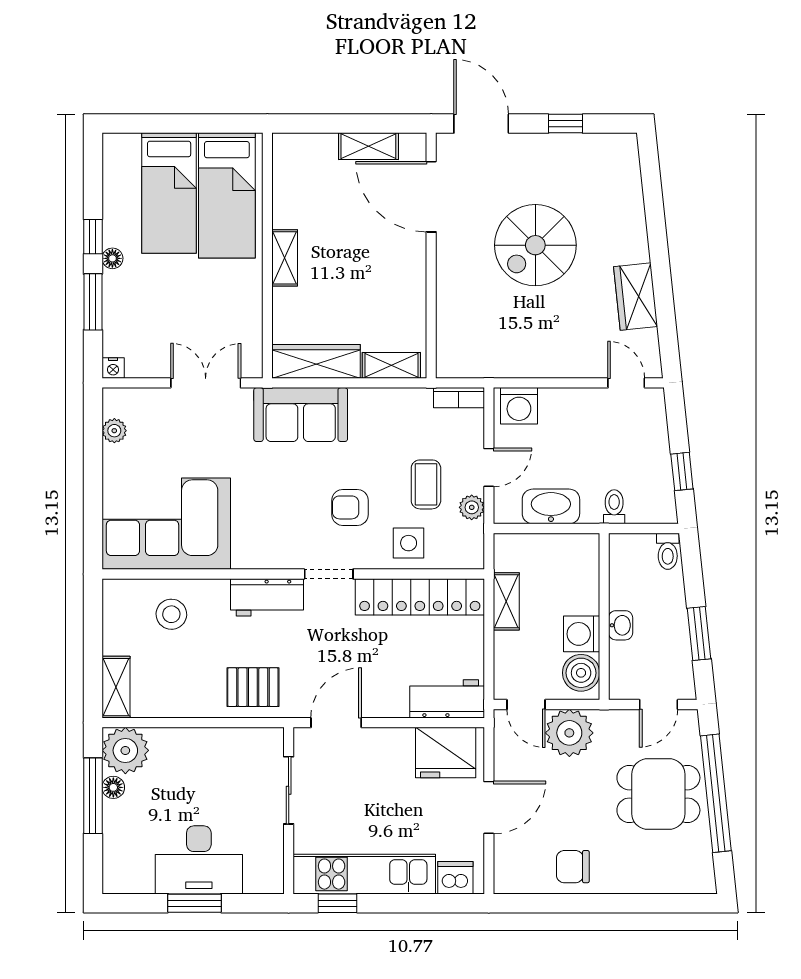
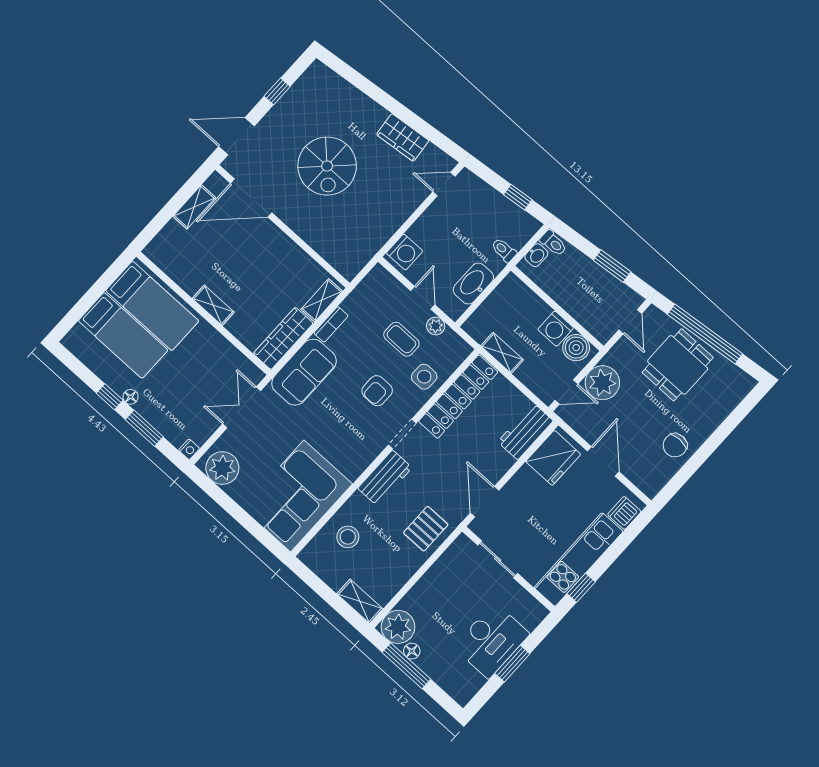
bookcase: (459, 398) -> (331, 324), moved
plant: (114, 431) -> (222, 468), width x1.88, depth x1.88
washbasin: (621, 625) -> (536, 255), moved, turned 90

